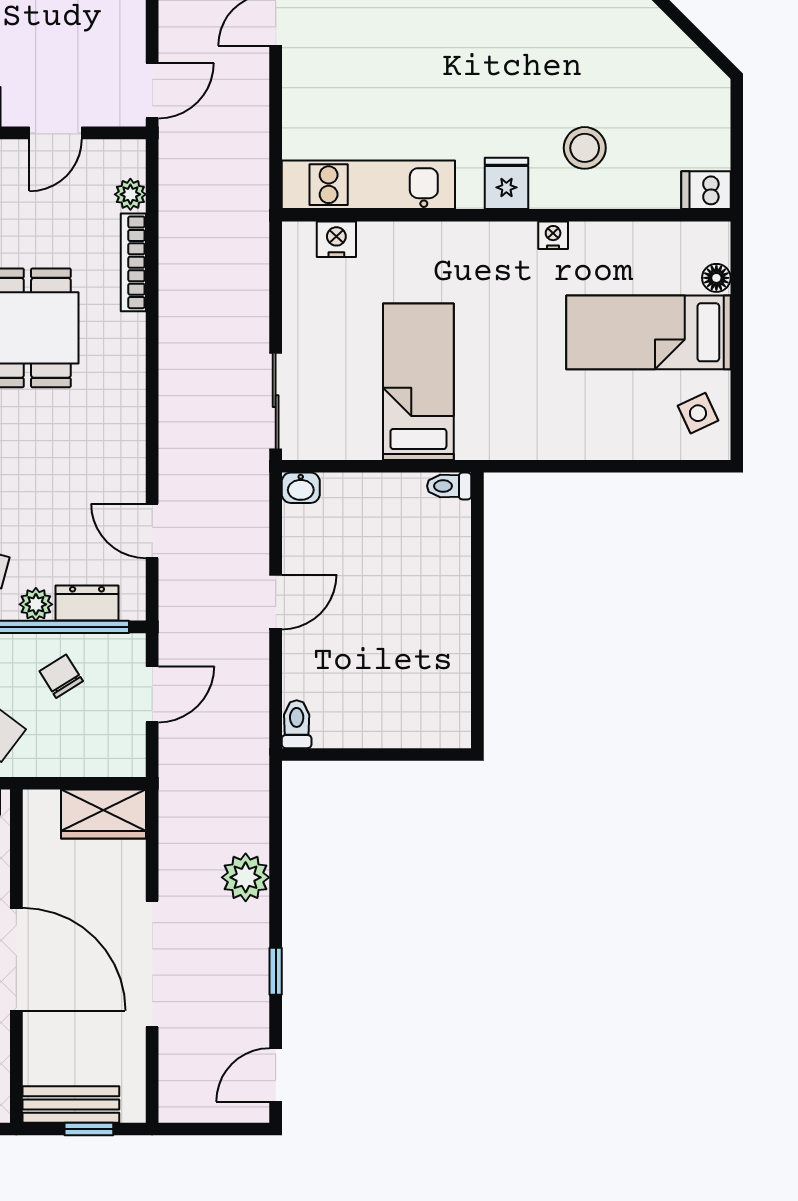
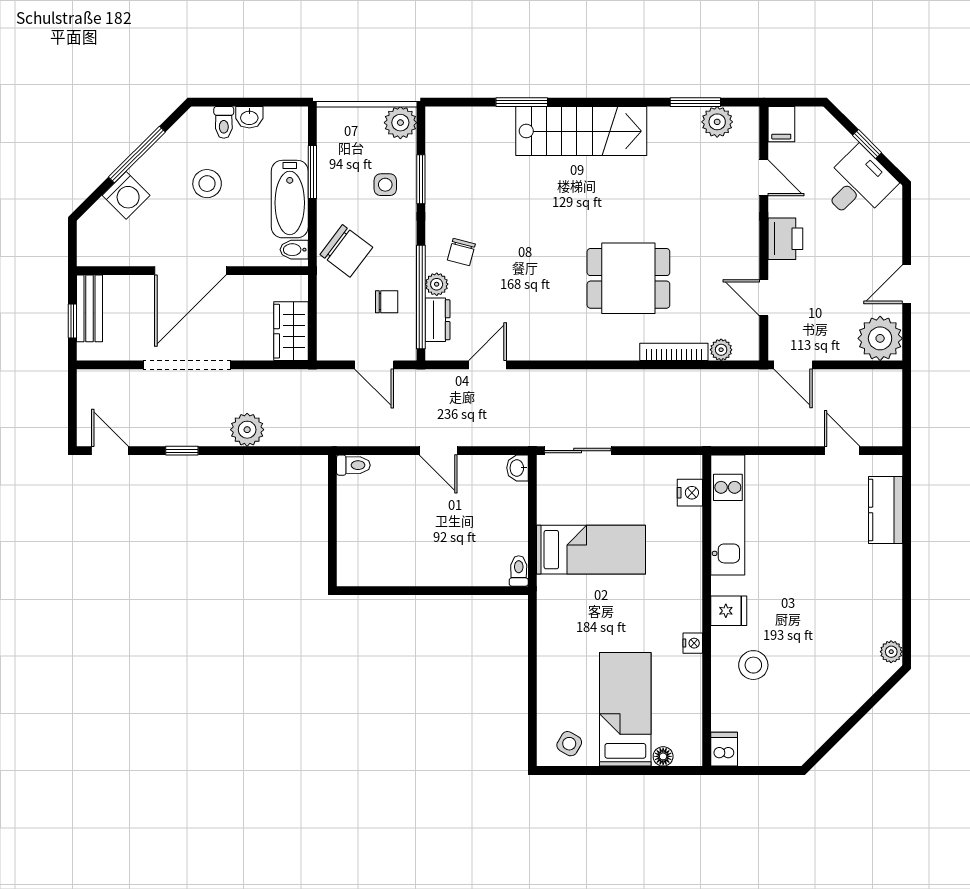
side table: (698, 413) -> (569, 744), turned -35
chair: (61, 676) -> (387, 302), turned 32

